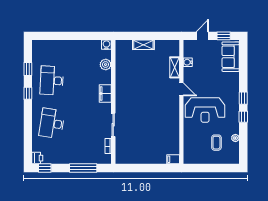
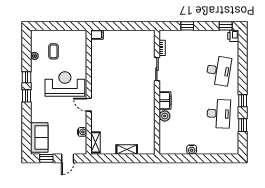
water cooler: (106, 45) -> (192, 150), moved
plant: (106, 65) -> (165, 116), moved
shelving: (175, 67) -> (95, 142), moved
window: (83, 168) -> (187, 26), width x0.46

